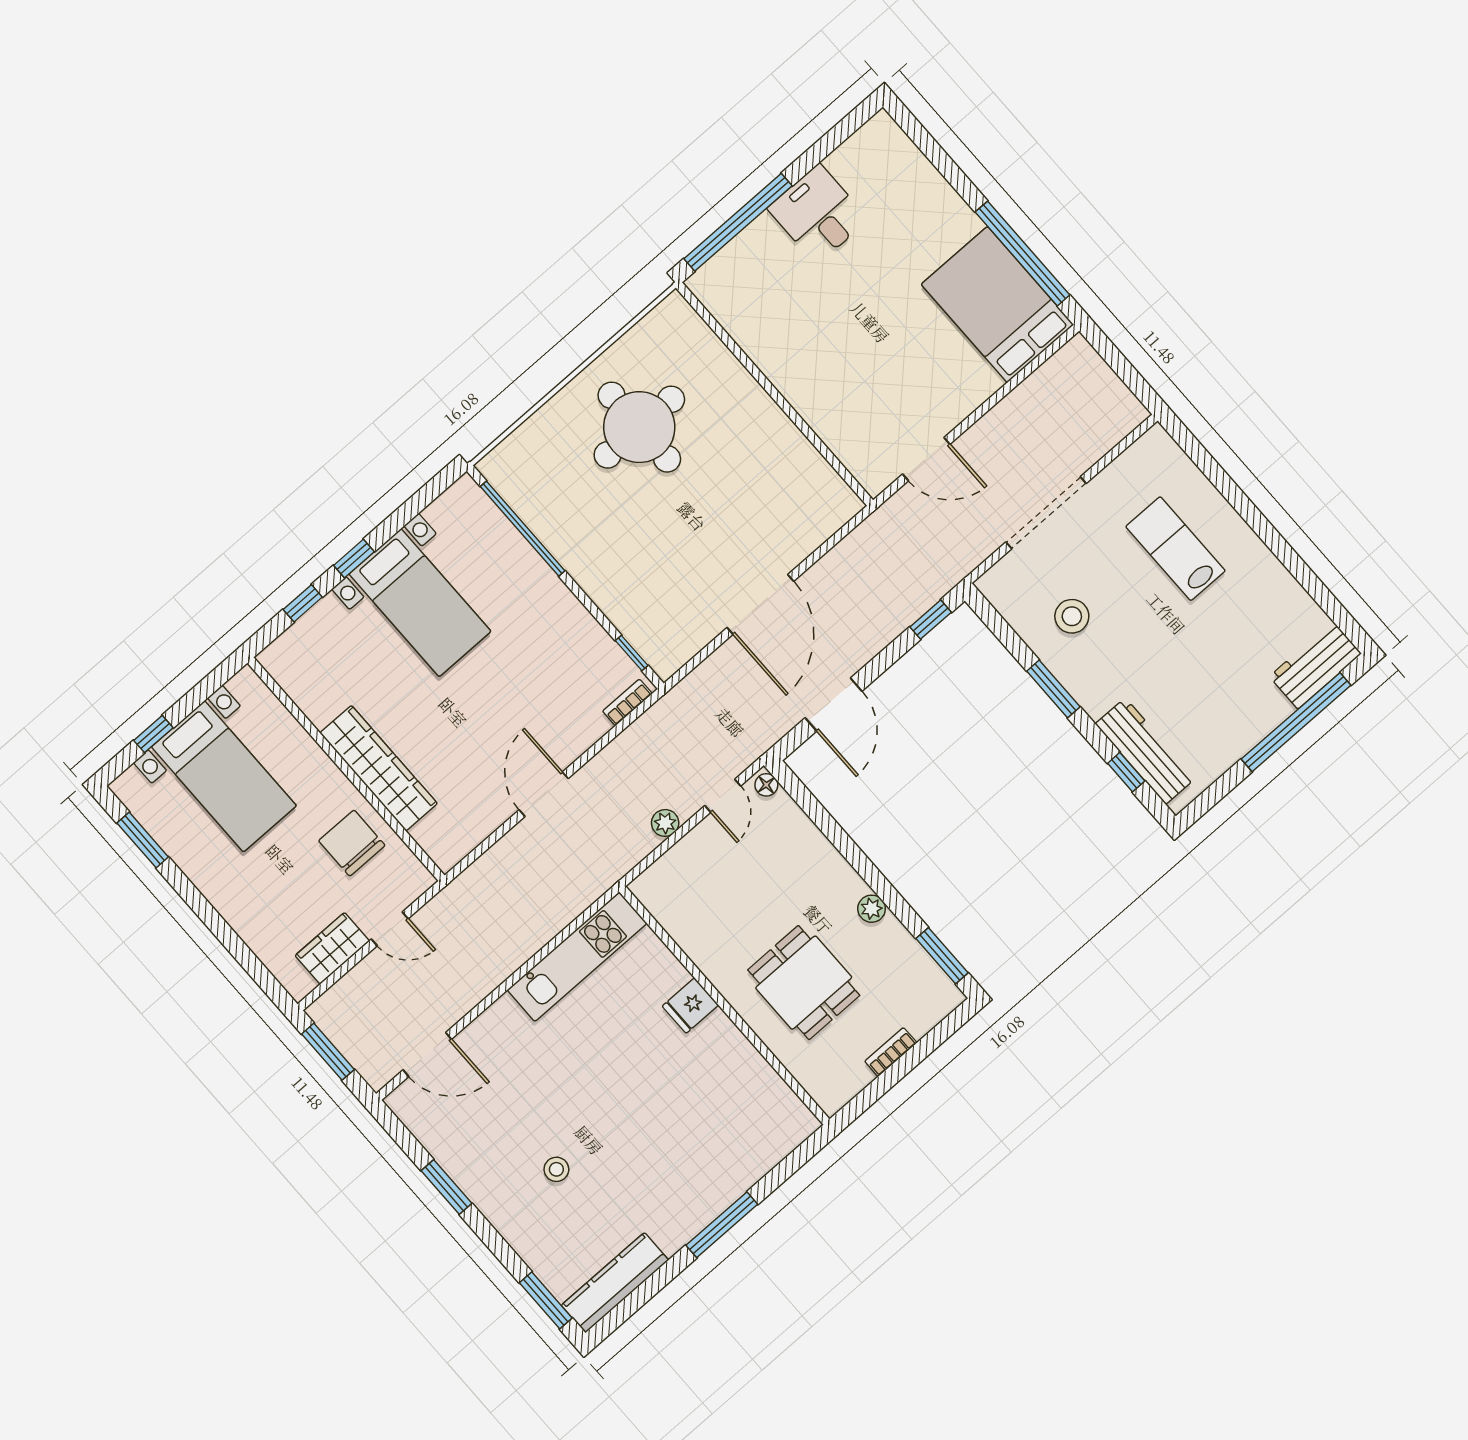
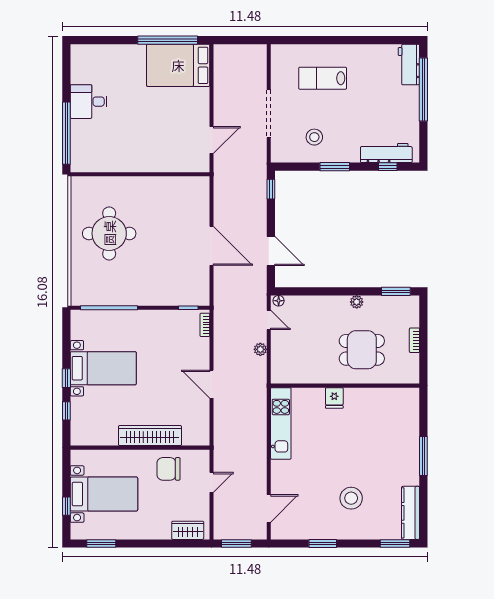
wardrobe: (332, 948) -> (188, 530), moved, turned 90
stool: (556, 1169) -> (351, 498), width x1.89, depth x1.89

